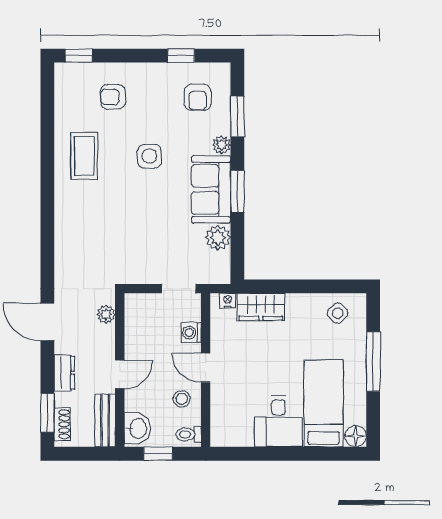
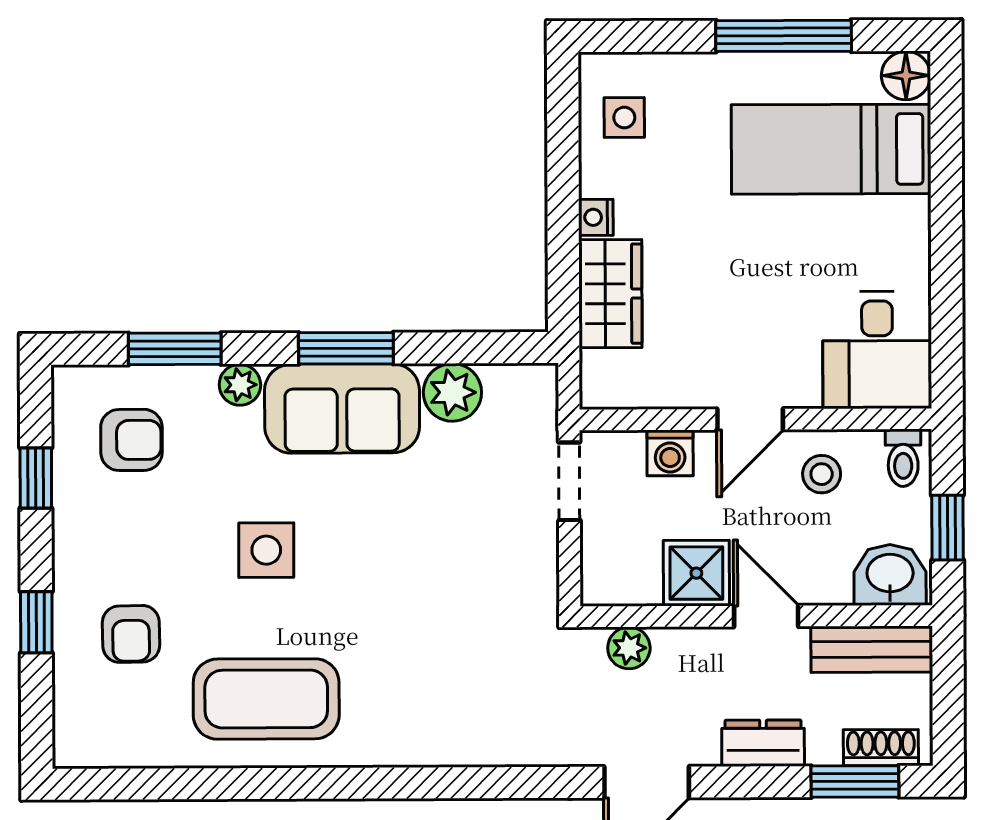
window: (79, 56) -> (36, 622), moved
coffee table: (84, 156) -> (266, 699), width x1.36, depth x1.32
nightstand: (227, 301) -> (596, 217), moved
side table: (338, 313) -> (624, 118), turned 45
shower: (139, 344) -> (696, 573), added
window: (373, 361) -> (784, 36), moved
desk: (278, 421) -> (877, 350), moved, turned 90

